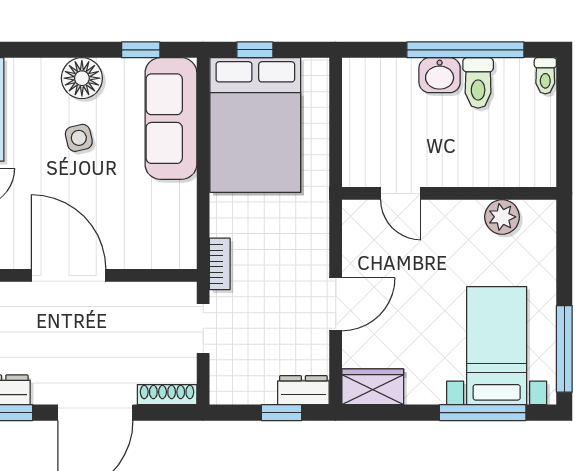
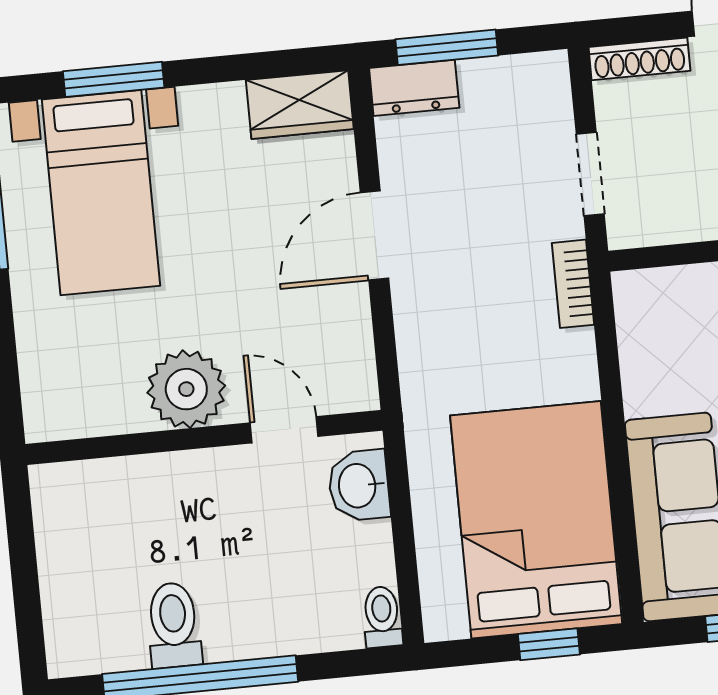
washbasin: (440, 75) -> (359, 485), moved, turned -90
toilet: (545, 76) -> (382, 617), moved
plant: (502, 217) -> (186, 389), moved, width x1.36, depth x1.36
window: (282, 413) -> (447, 47), width x1.50
window: (483, 413) -> (114, 79), width x0.69

